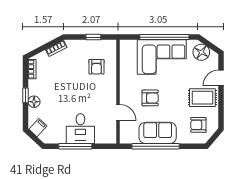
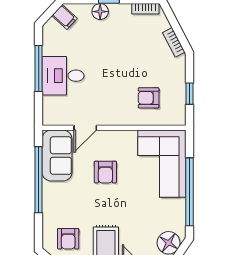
corner sofa: (162, 57) -> (162, 164), moved
armchair: (198, 125) -> (68, 239), turned 180
sofa: (158, 133) -> (57, 156), moved

